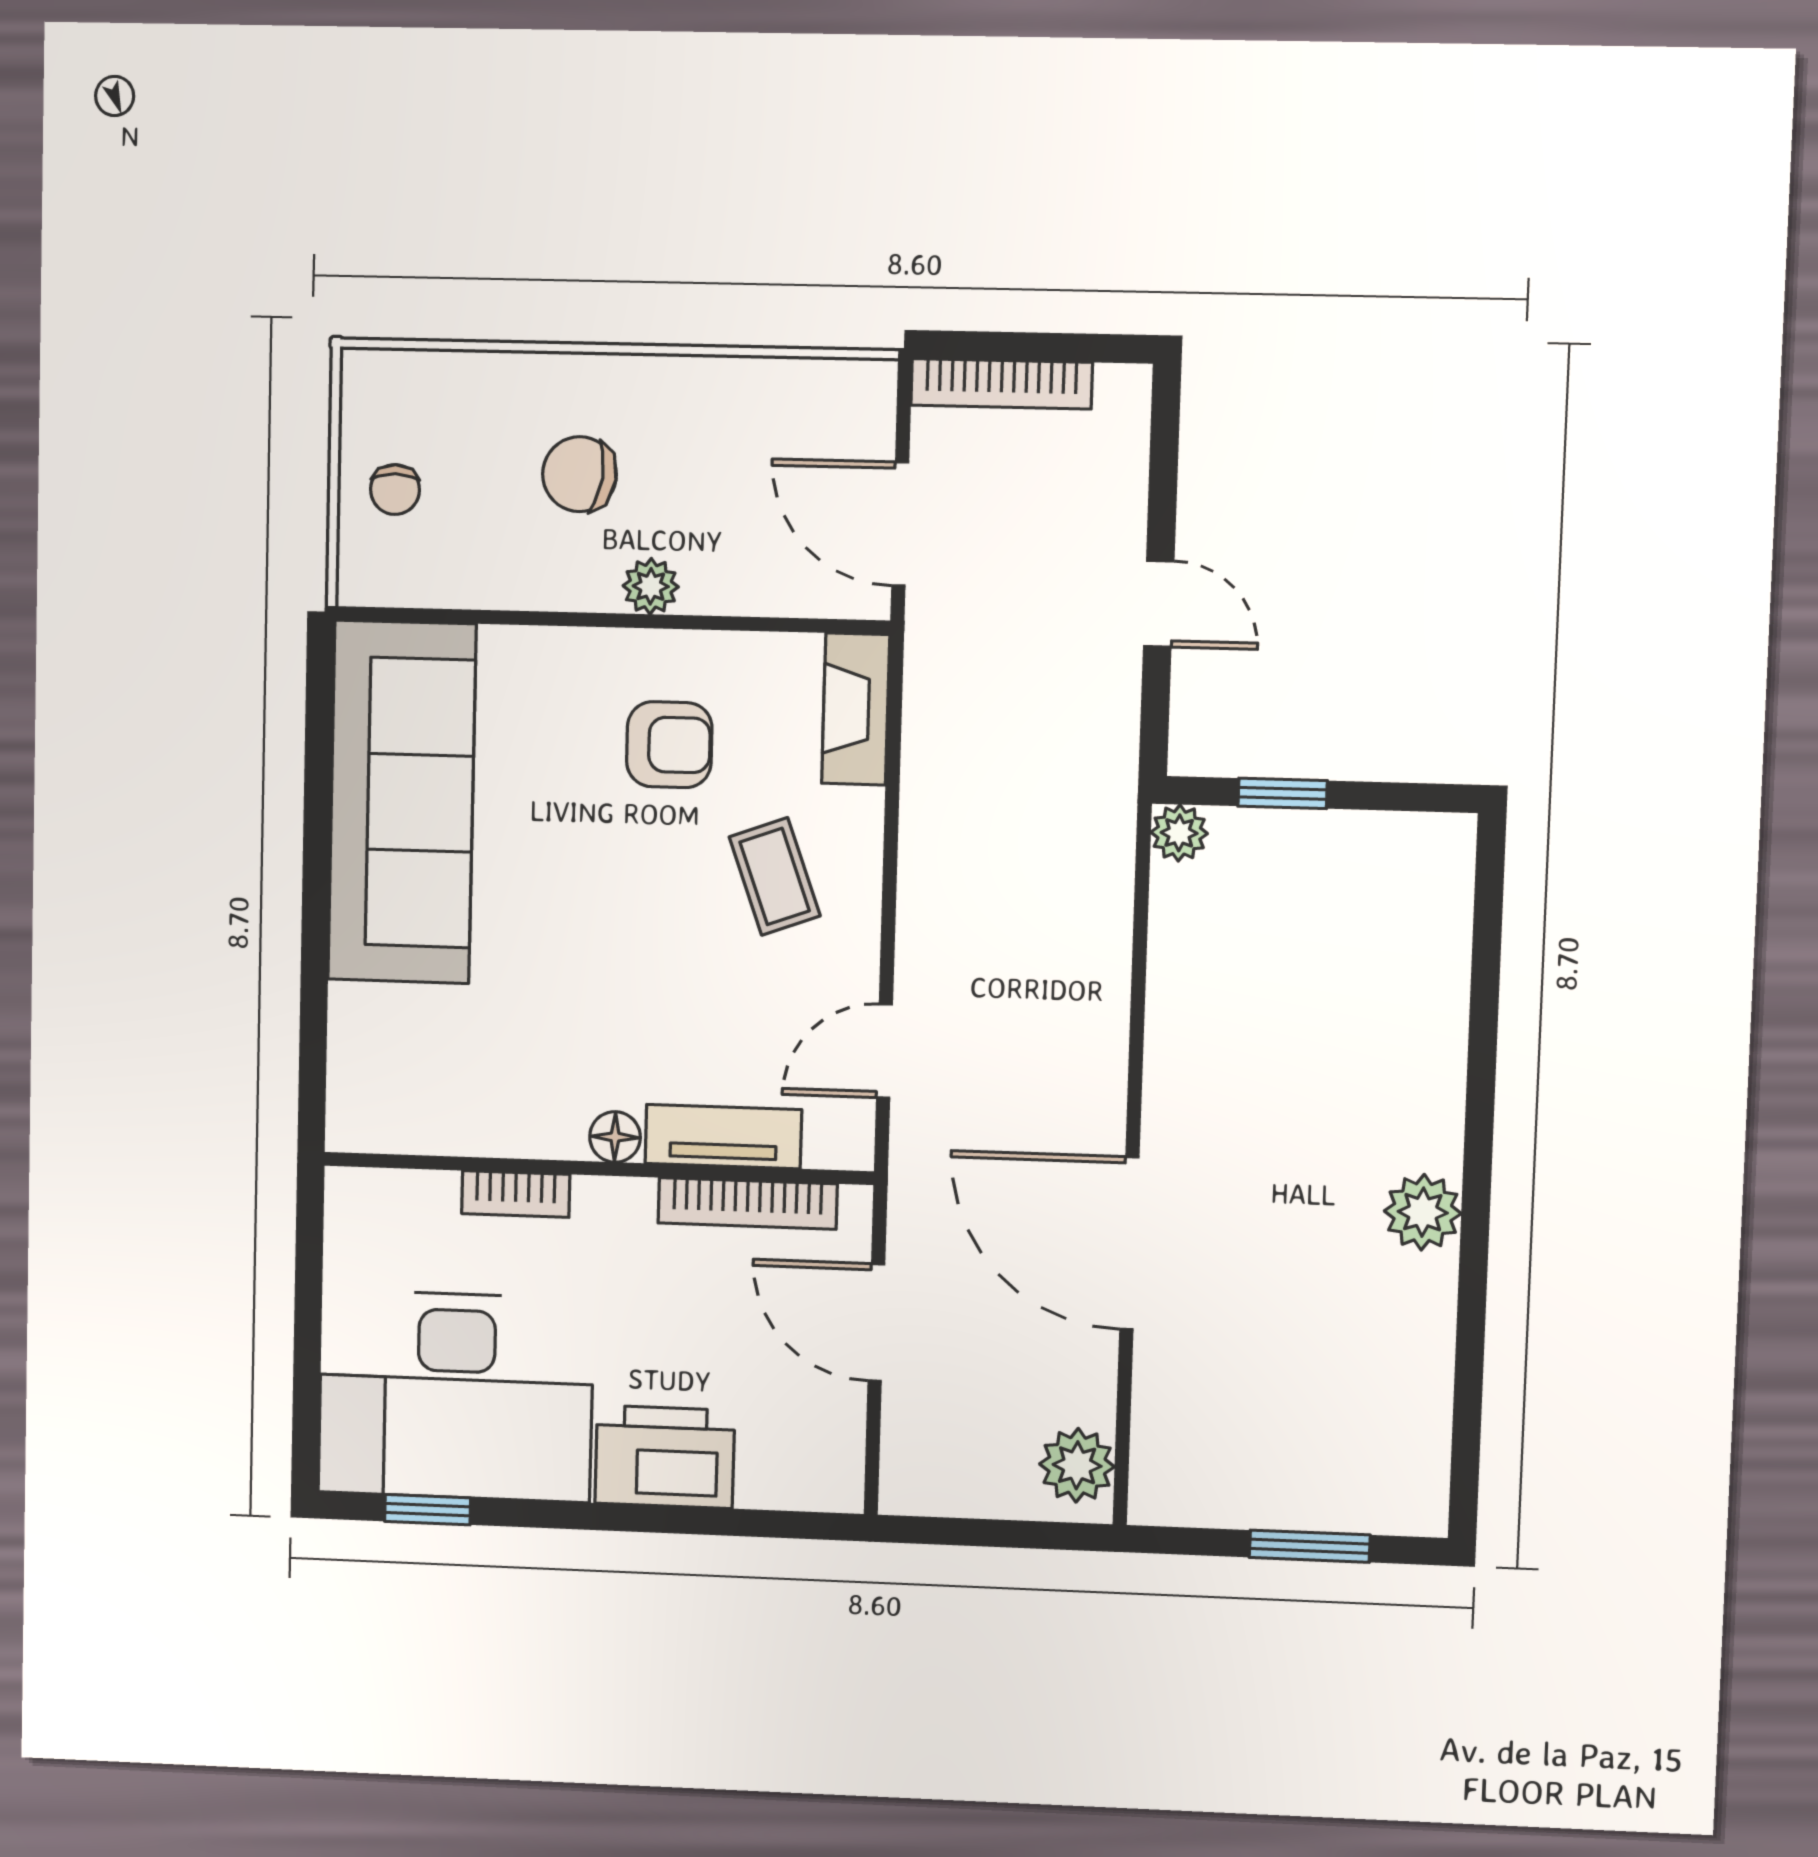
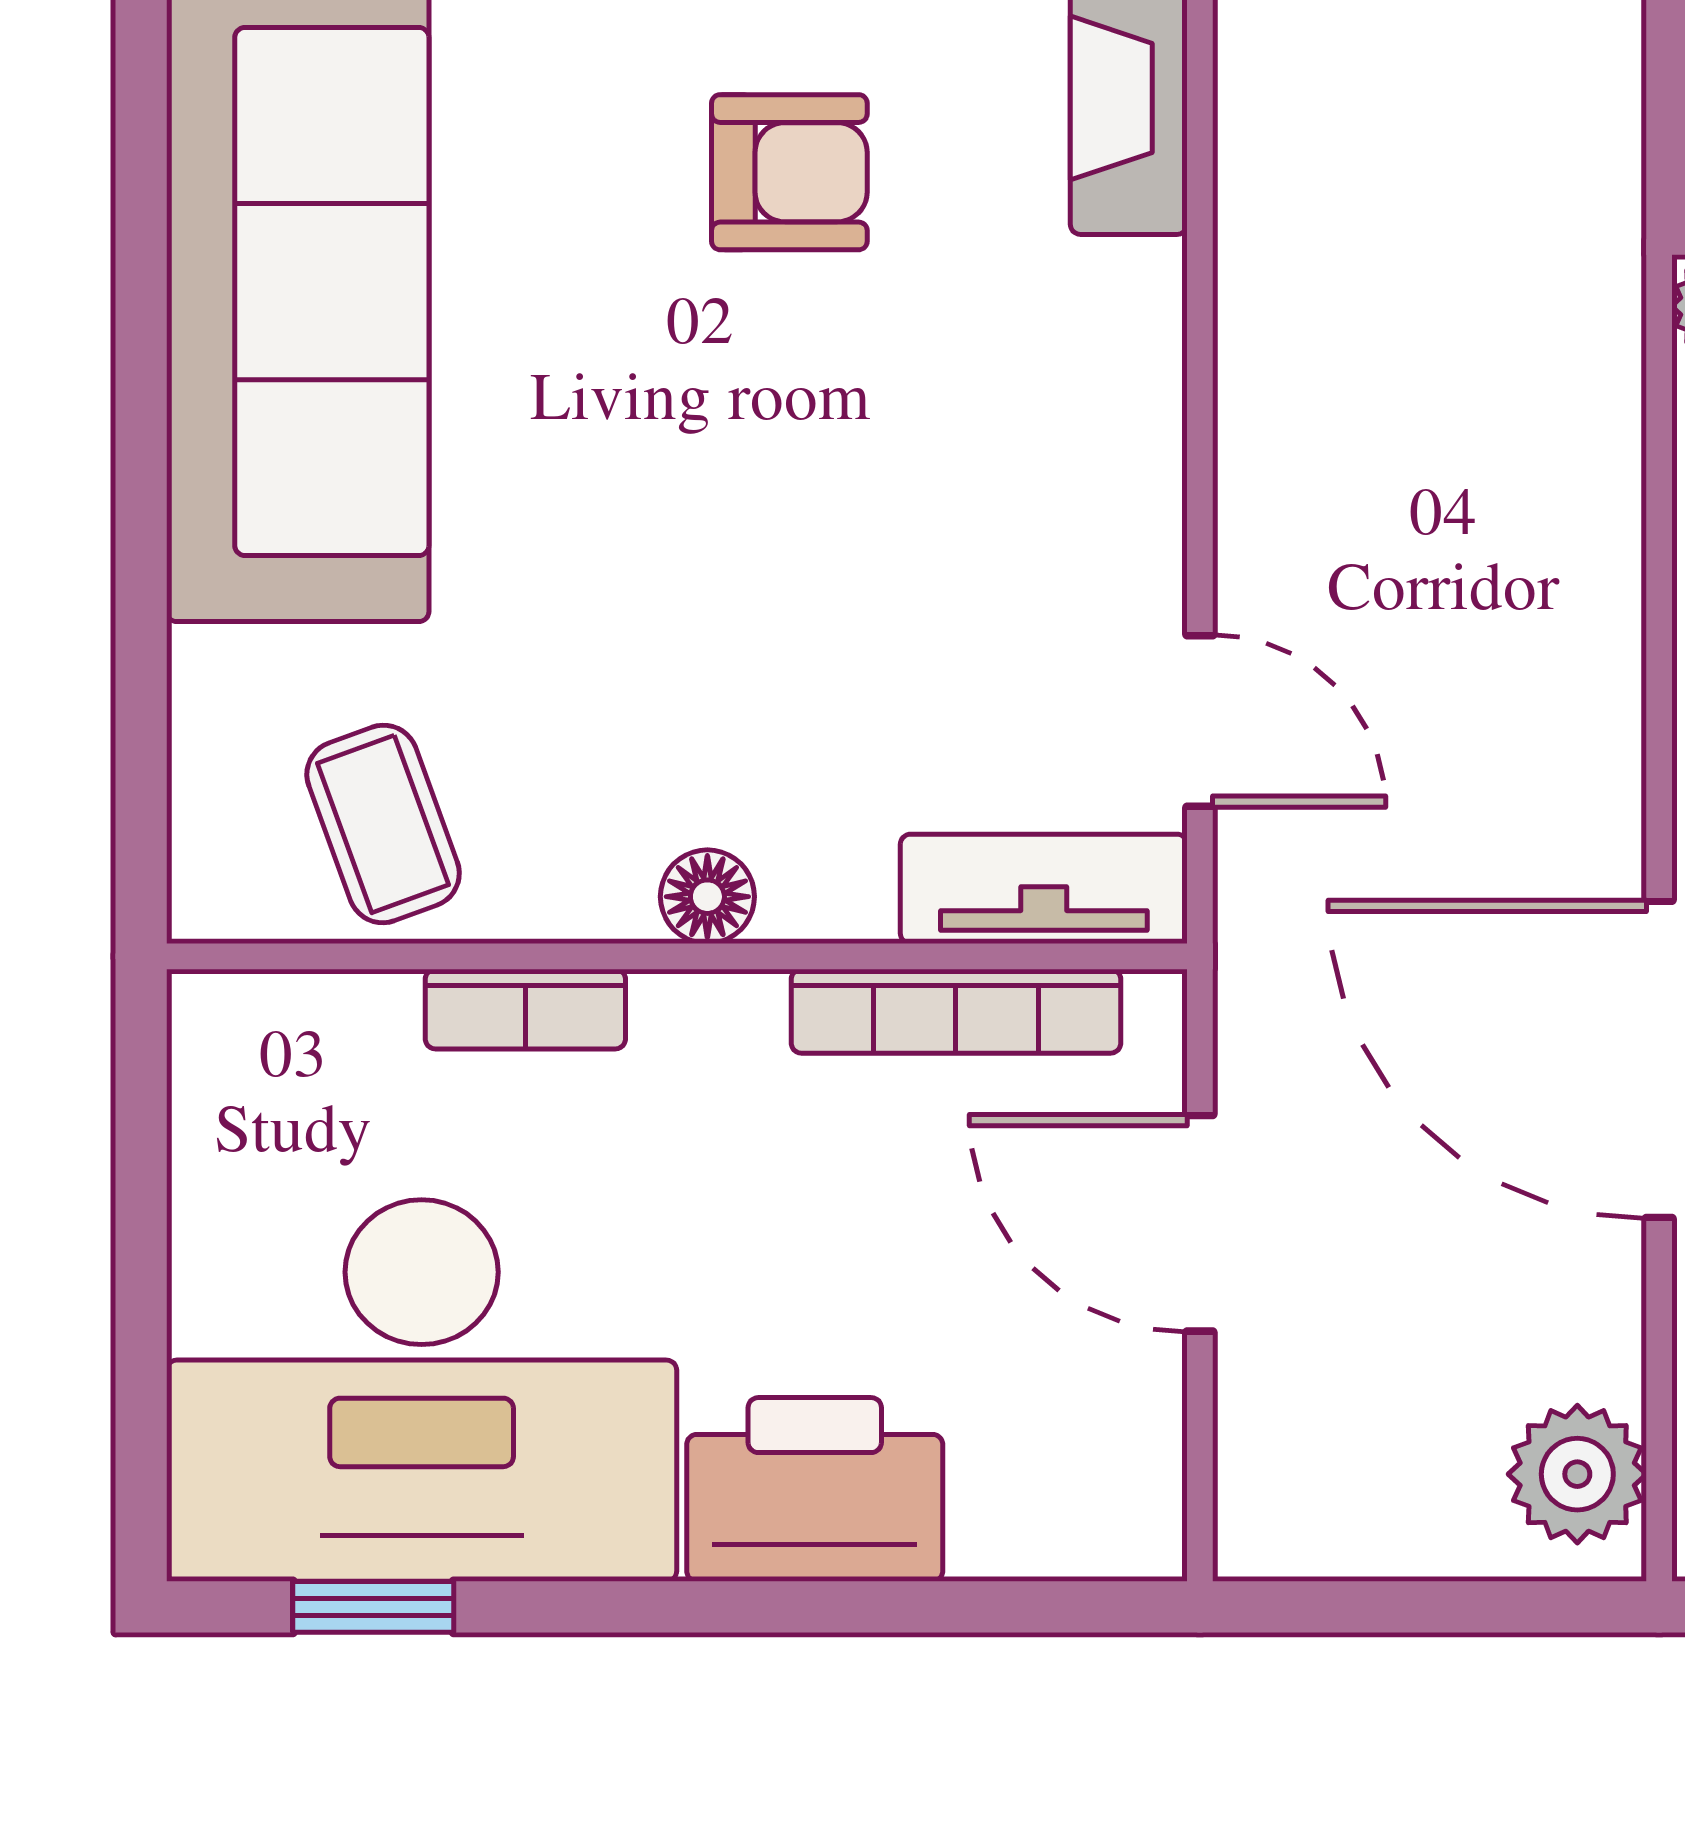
coffee table: (775, 876) -> (383, 824), moved
door: (884, 1051) -> (1200, 721), swing flipped
tv unit: (723, 1137) -> (1044, 889), moved

